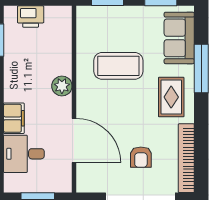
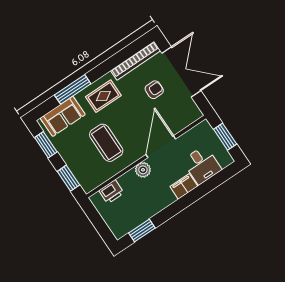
printer: (31, 17) -> (111, 192), moved, turned 90
door: (74, 140) -> (161, 147), moved

